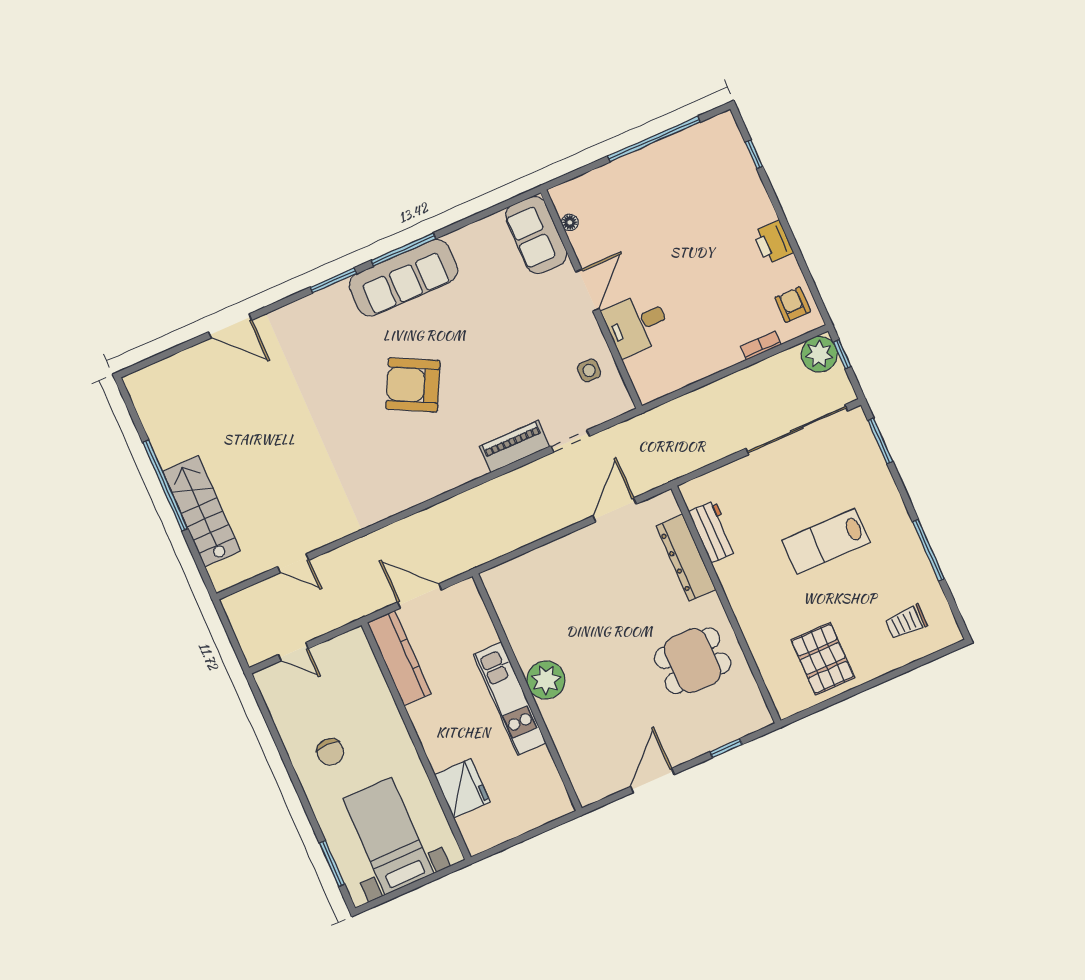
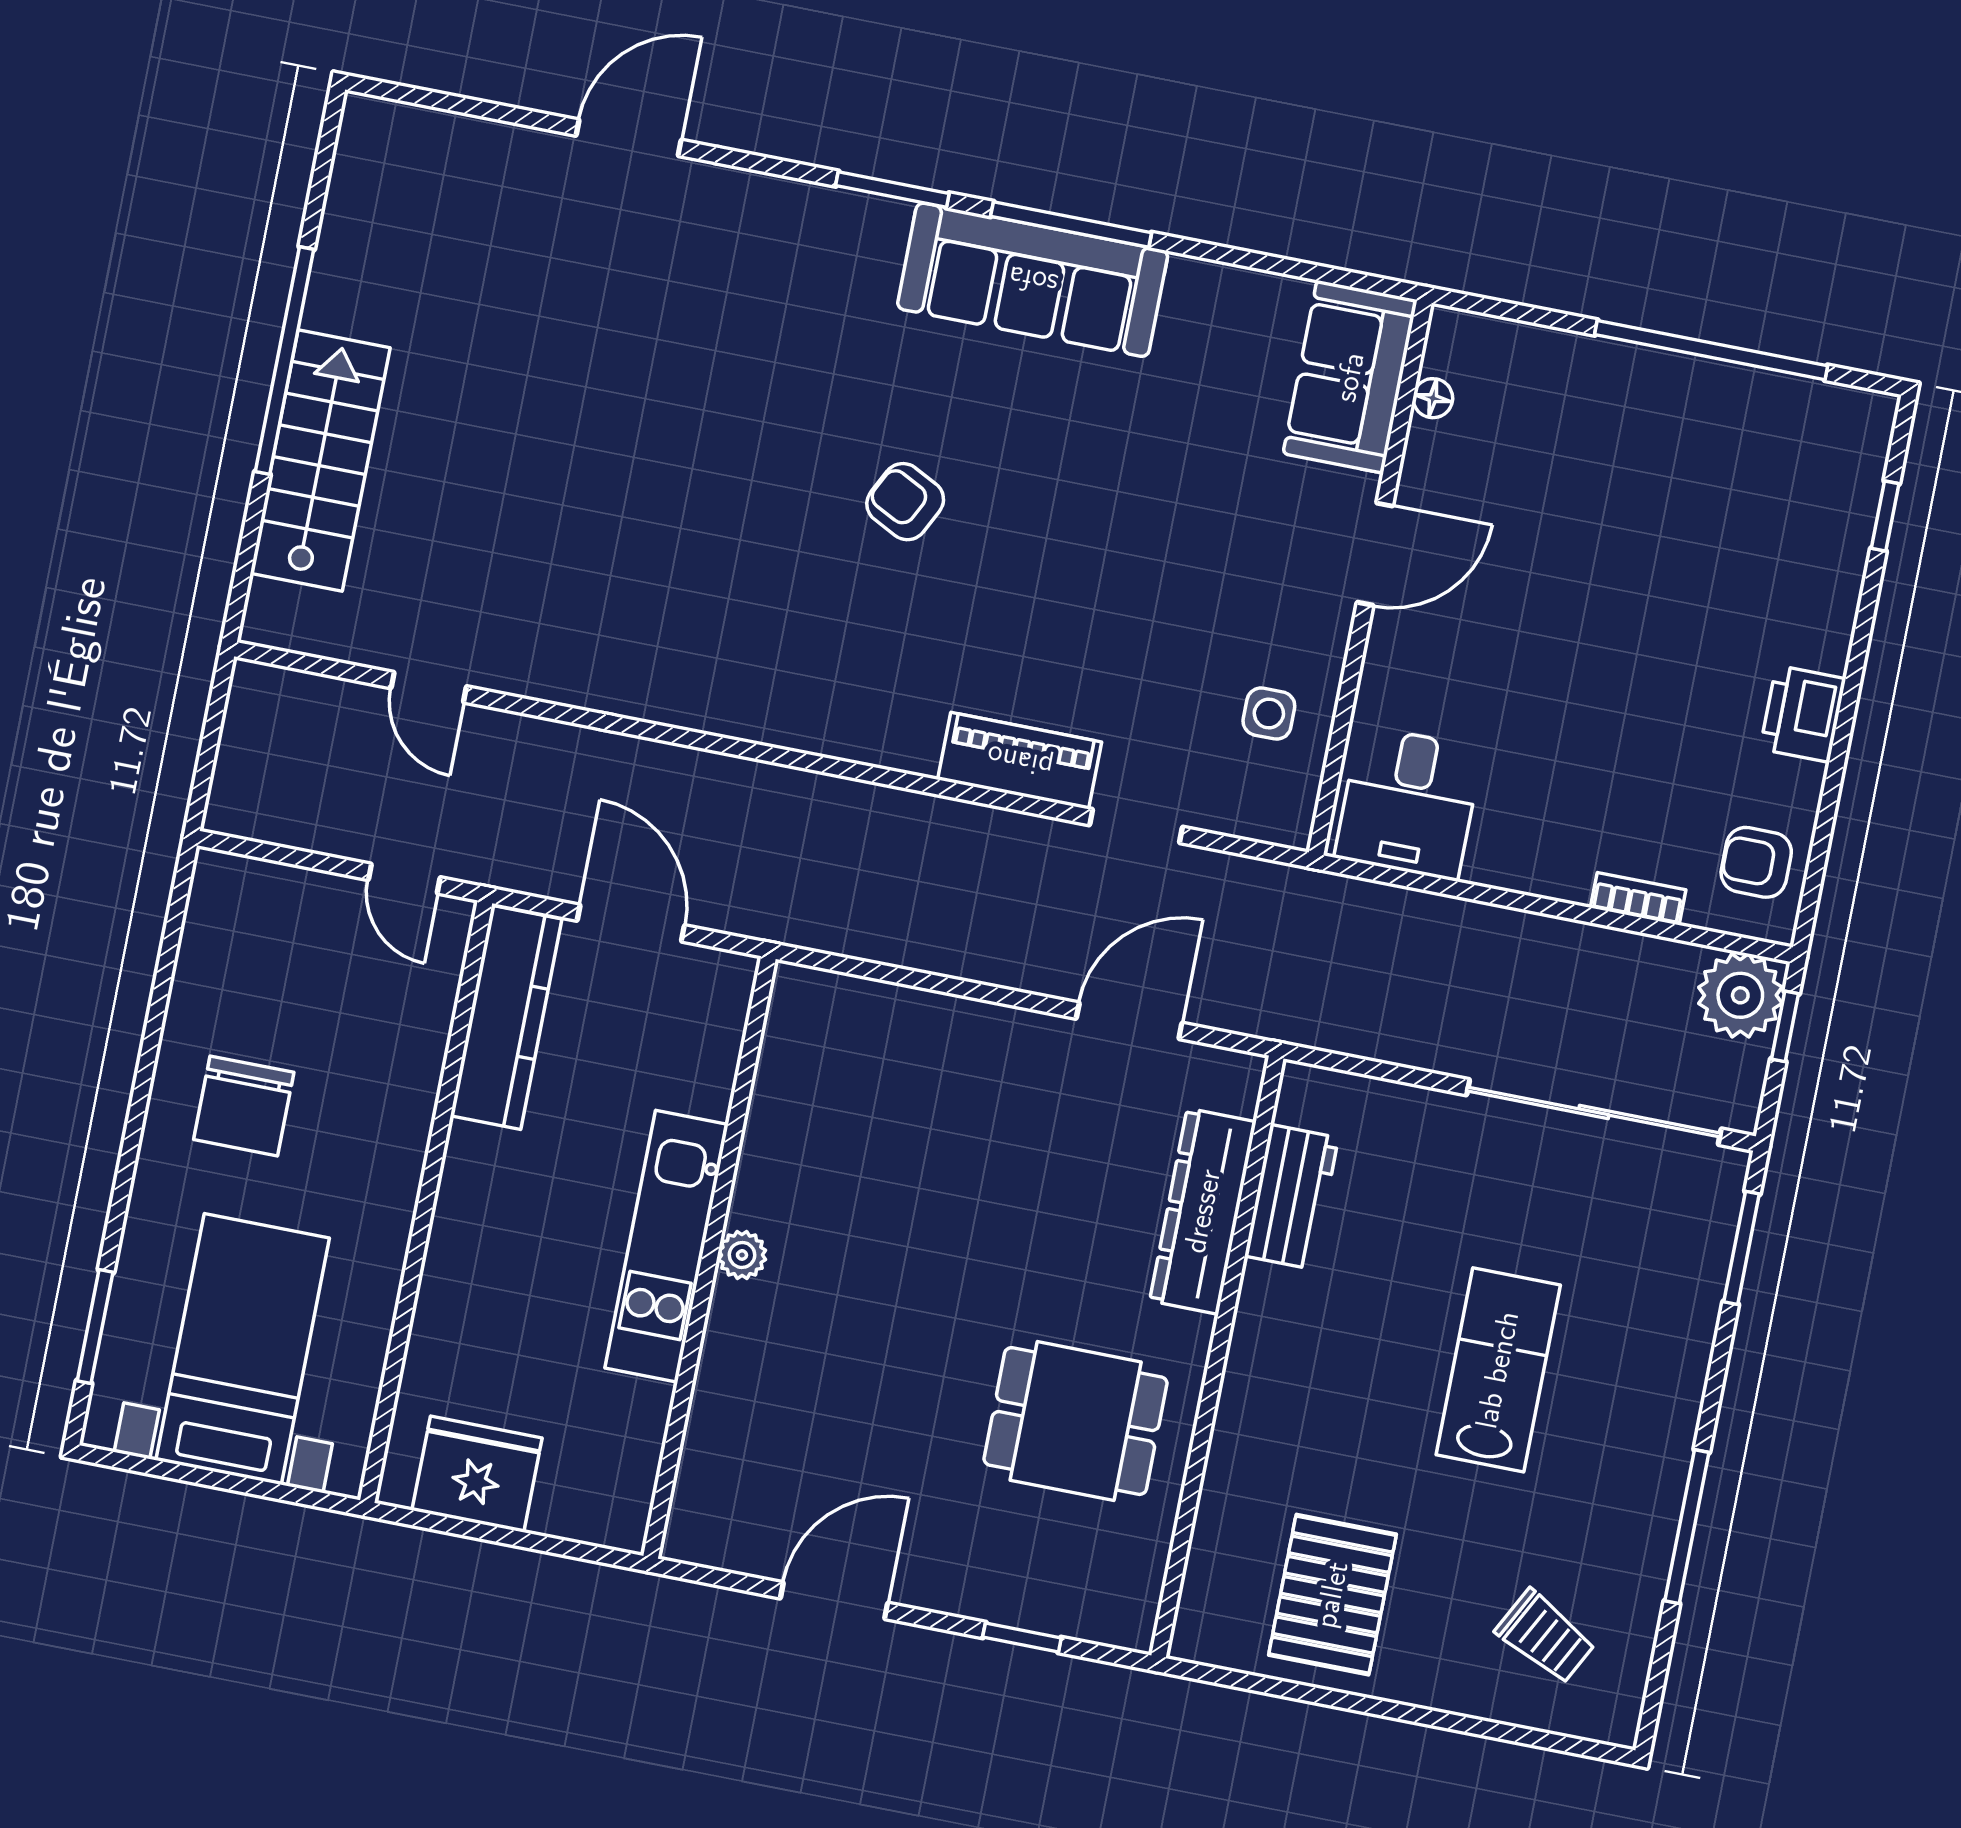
armchair: (793, 305) -> (1756, 862), turned -90
desk: (637, 324) -> (1409, 803), moved, turned -90
door: (230, 326) -> (629, 138), swing flipped
armchair: (413, 385) -> (905, 502), width x0.53, depth x0.53
lab bench: (826, 541) -> (1498, 1370), turned 90
trolley: (906, 622) -> (1545, 1637), turned -152
door: (293, 652) -> (404, 879), moved
plant: (546, 680) -> (742, 1255), width x0.53, depth x0.53
chair: (330, 752) -> (244, 1106), width x1.37, depth x1.37
fridge: (462, 788) -> (477, 1474), moved, turned -90

